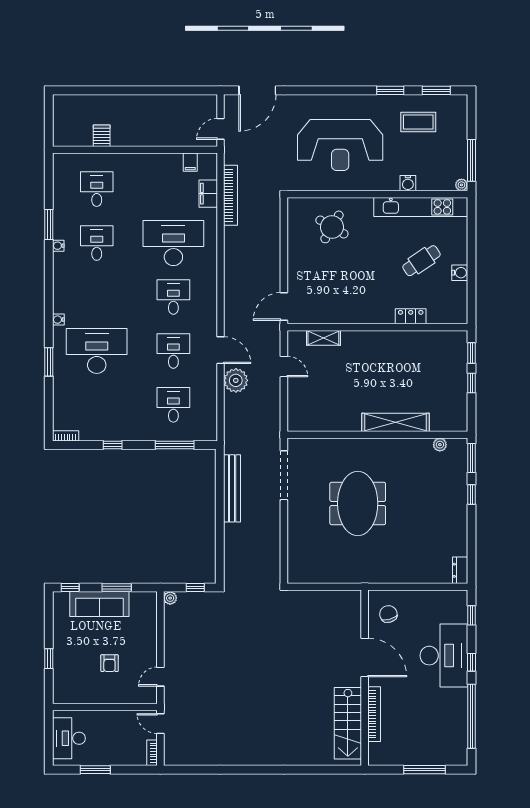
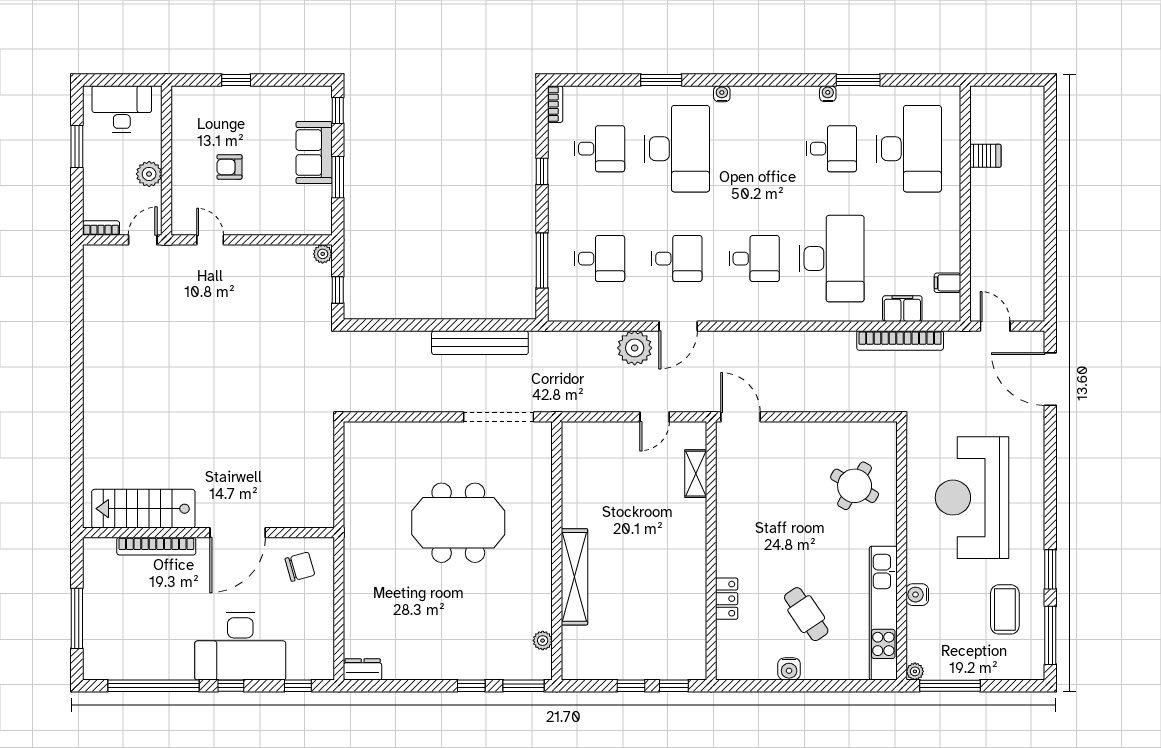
window: (436, 90) -> (1050, 635), width x1.44
desk: (97, 189) -> (909, 149), width x1.87, depth x1.30
desk: (97, 405) -> (600, 149), added
sofa: (99, 604) -> (314, 153), width x0.73
plant: (114, 719) -> (149, 174), added

